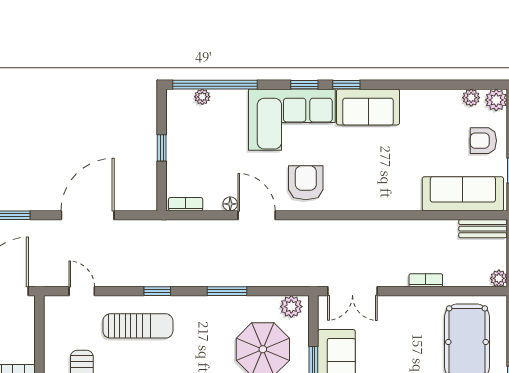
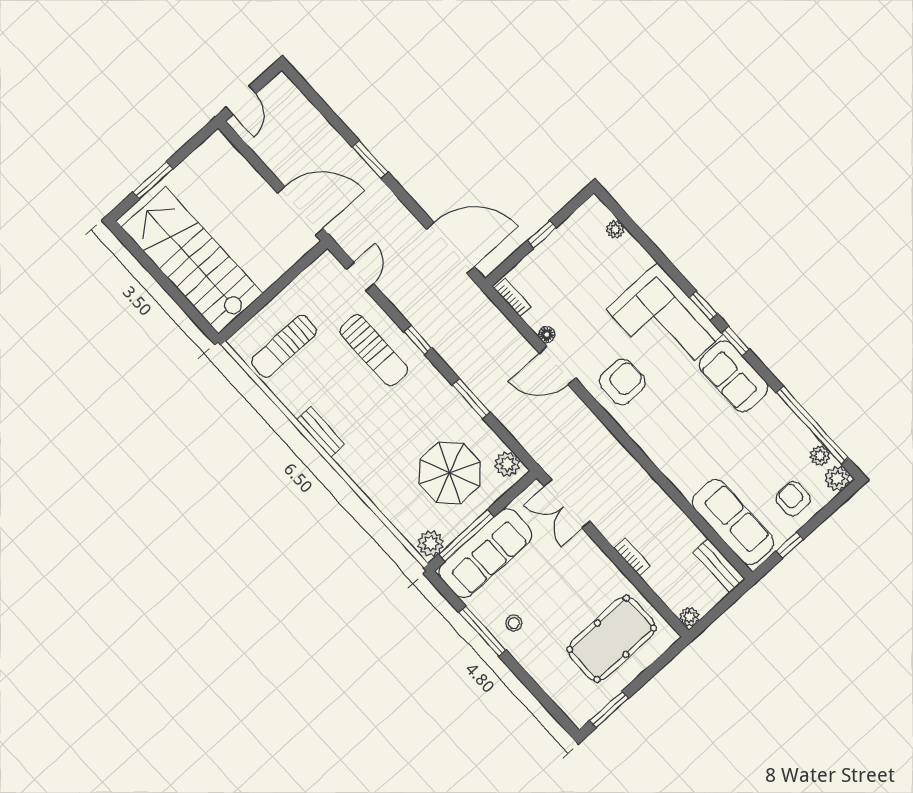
window: (215, 85) -> (812, 425), moved
door: (88, 215) -> (450, 248), moved
door: (257, 215) -> (557, 365), swing flipped

